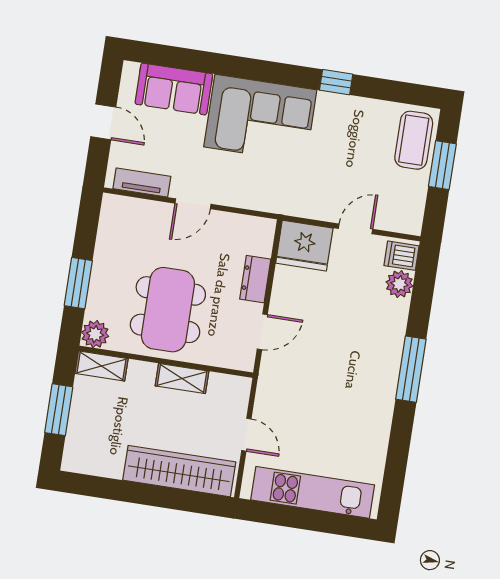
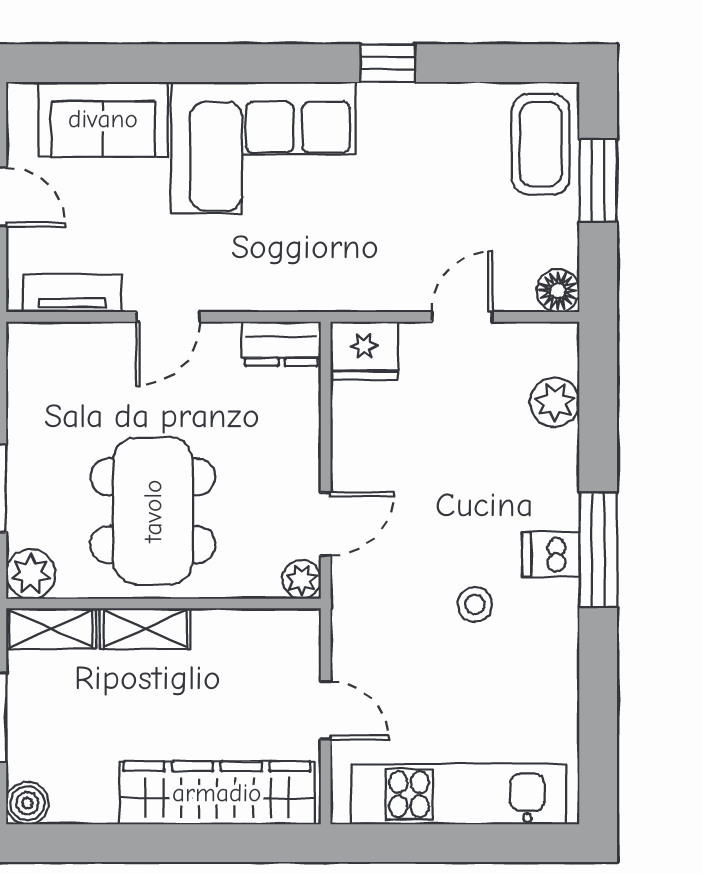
floor lamp: (411, 223) -> (558, 291), added
fridge: (304, 246) -> (364, 351), width x0.73, depth x0.75
dishwasher: (402, 256) -> (551, 554), moved
dresser: (255, 279) -> (281, 344), moved, turned -90
plant: (244, 360) -> (302, 580), added
shelving: (182, 378) -> (145, 629), moved
stool: (338, 389) -> (475, 604), added
boiler: (73, 460) -> (27, 803), added

